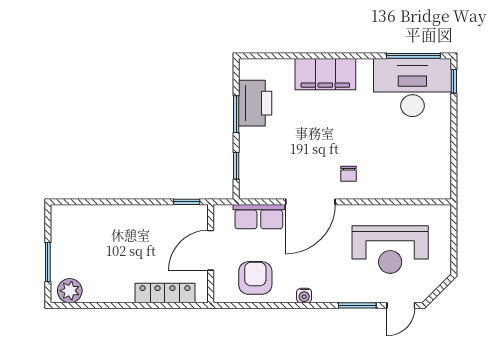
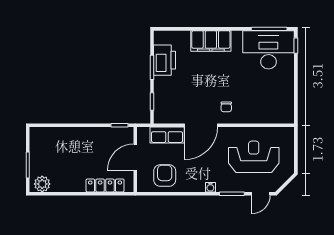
reception desk: (390, 250) -> (254, 157), turned 180
water cooler: (304, 296) -> (210, 187), moved

